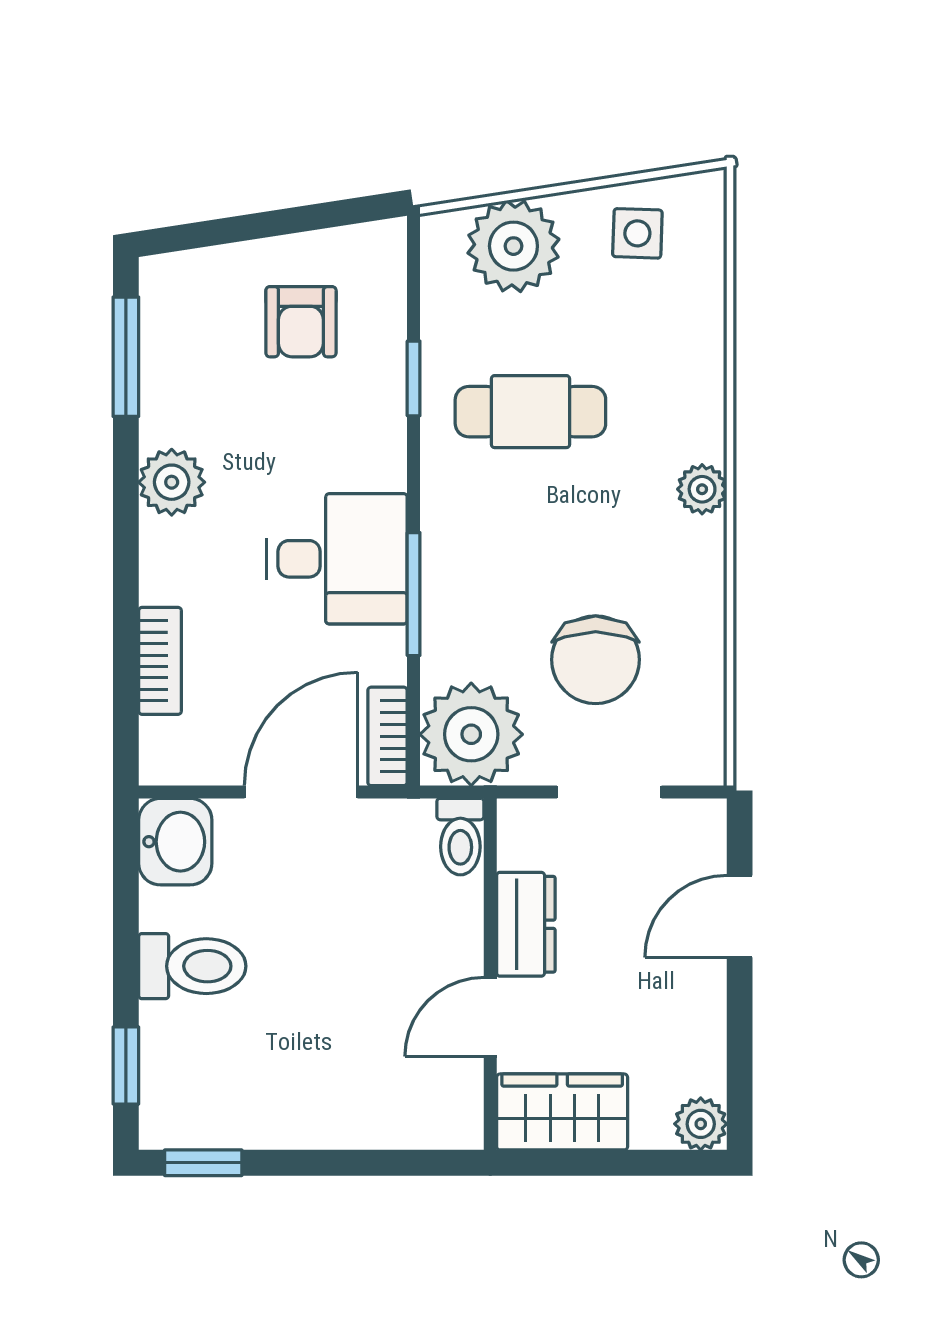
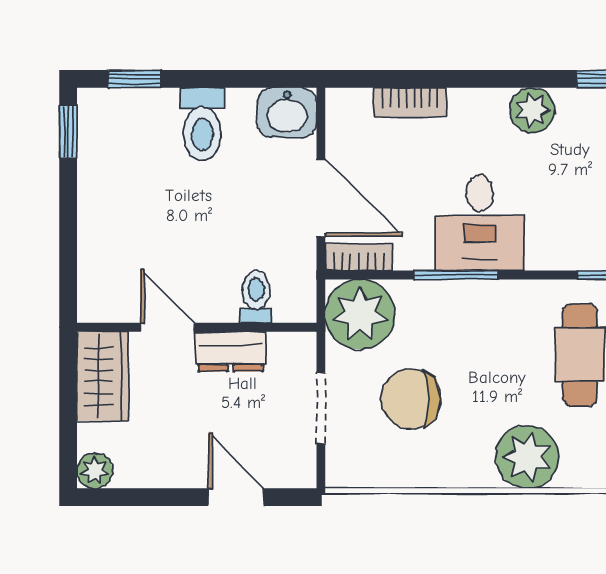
plant: (702, 489) -> (527, 457), width x1.88, depth x1.88
toilet: (460, 837) -> (256, 297), moved, turned 90

